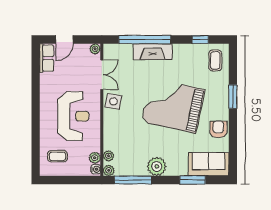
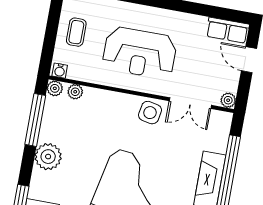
coffee table: (57, 156) -> (76, 32), moved
plant: (95, 158) -> (76, 72), removed

